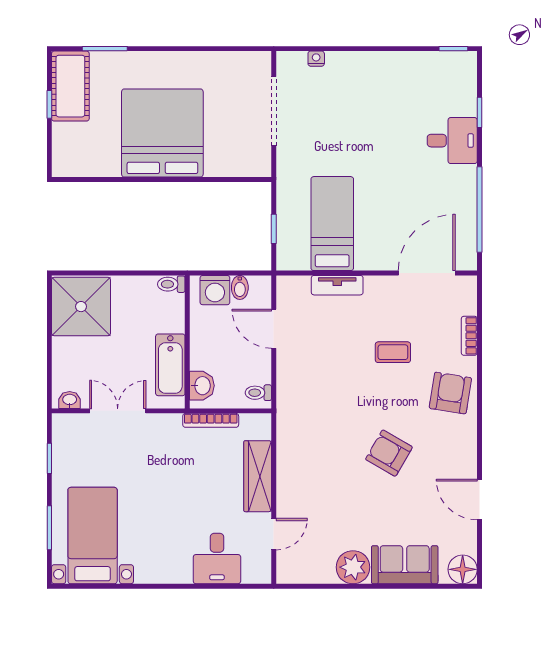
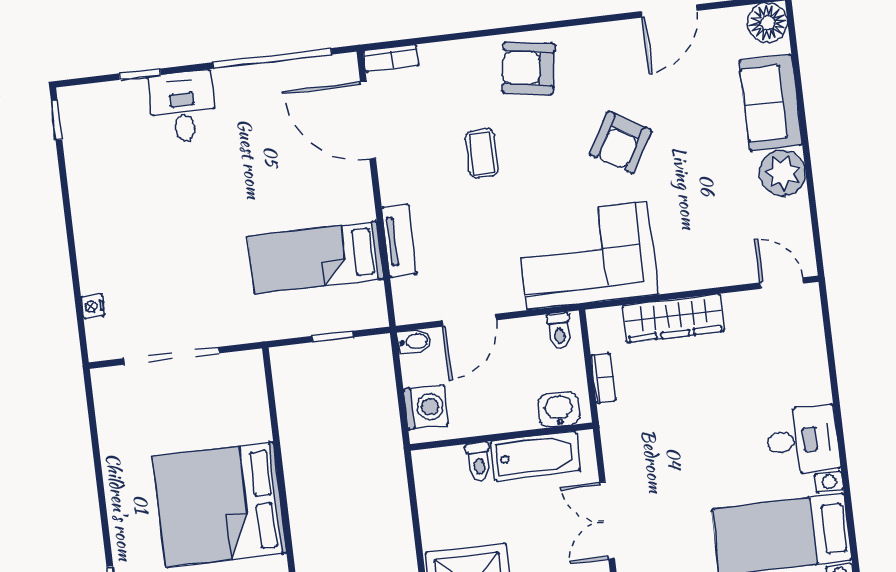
toilet: (171, 284) -> (479, 461), moved
bidet: (240, 287) -> (414, 342), moved
bookcase: (469, 336) -> (391, 58), moved
corner sofa: (310, 419) -> (587, 255), added
bookcase: (211, 420) -> (603, 378), width x0.64
door: (274, 534) -> (782, 283), moved
desk: (217, 558) -> (802, 440), moved

